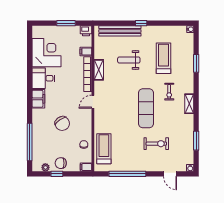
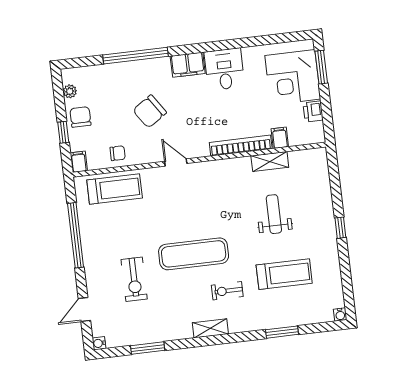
window: (66, 23) -> (321, 67), moved
printer: (86, 31) -> (313, 111), moved
bench: (120, 31) -> (323, 192), removed
corner desk: (46, 53) -> (293, 77), moved, turned 90
shelving: (99, 70) -> (270, 162), moved
door: (93, 102) -> (176, 162), moved
window: (30, 142) -> (136, 56), moved
window: (57, 174) -> (63, 132), moved

